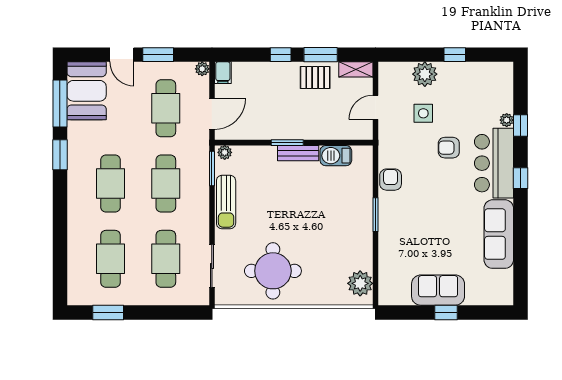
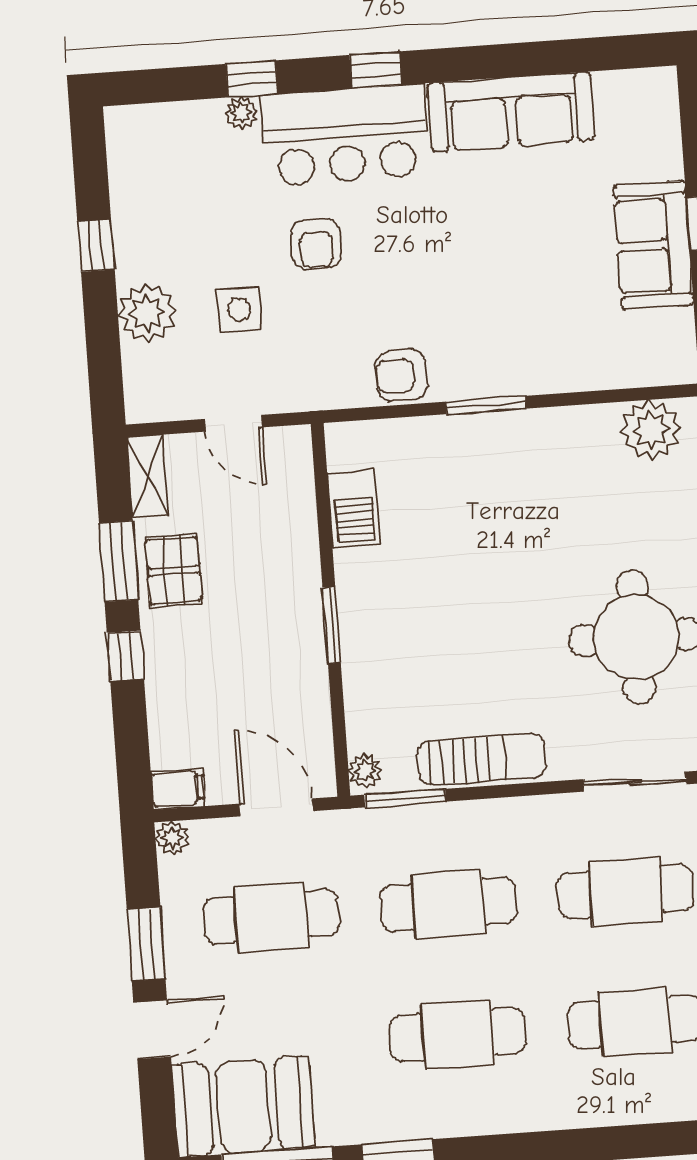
bench: (298, 153) -> (354, 598), removed

